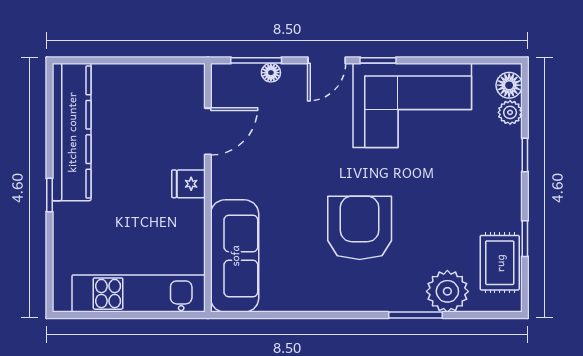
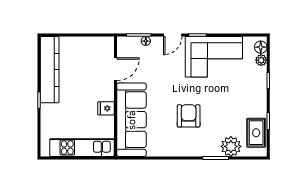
fridge: (188, 184) -> (106, 108), moved
armchair: (360, 228) -> (189, 116), width x0.73, depth x0.73
sofa: (235, 256) -> (131, 120), width x1.36, depth x1.27

